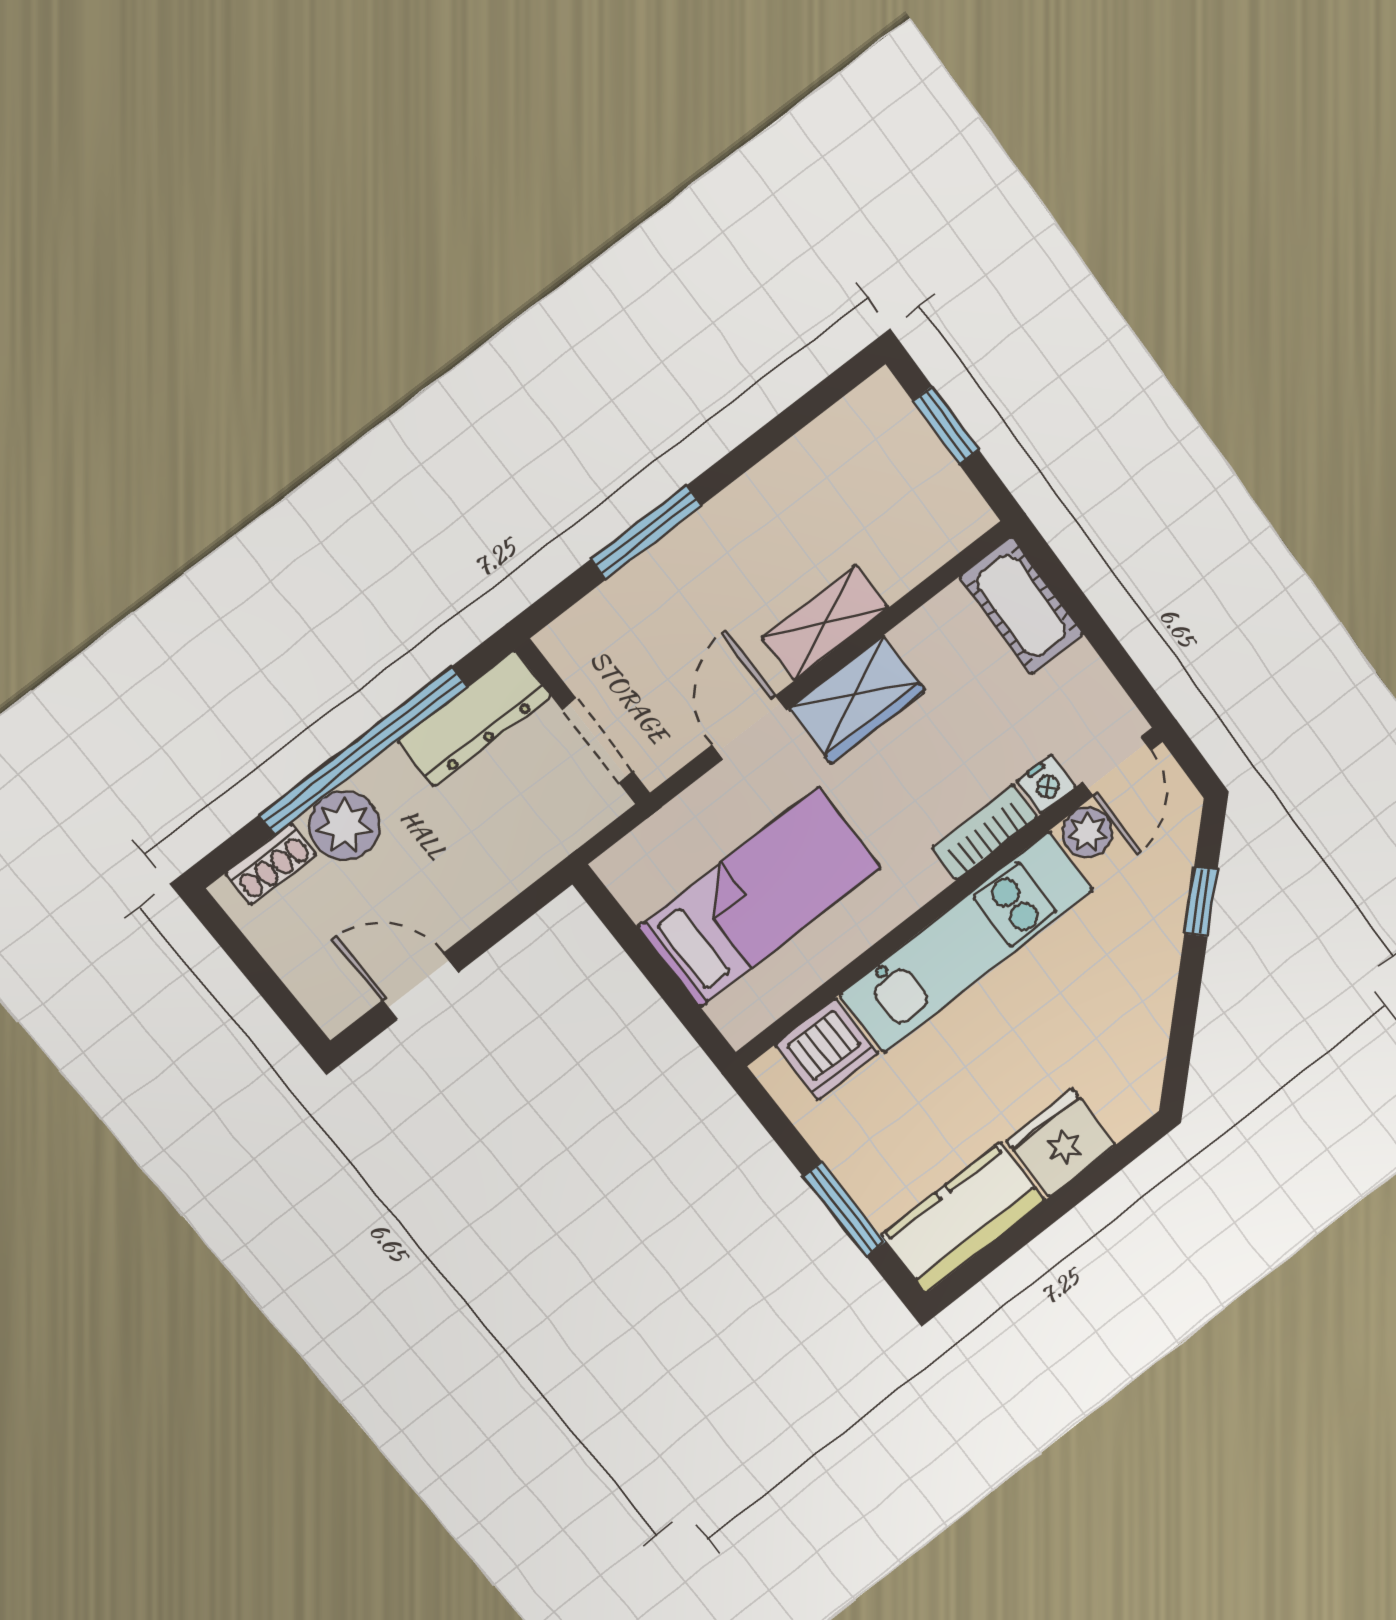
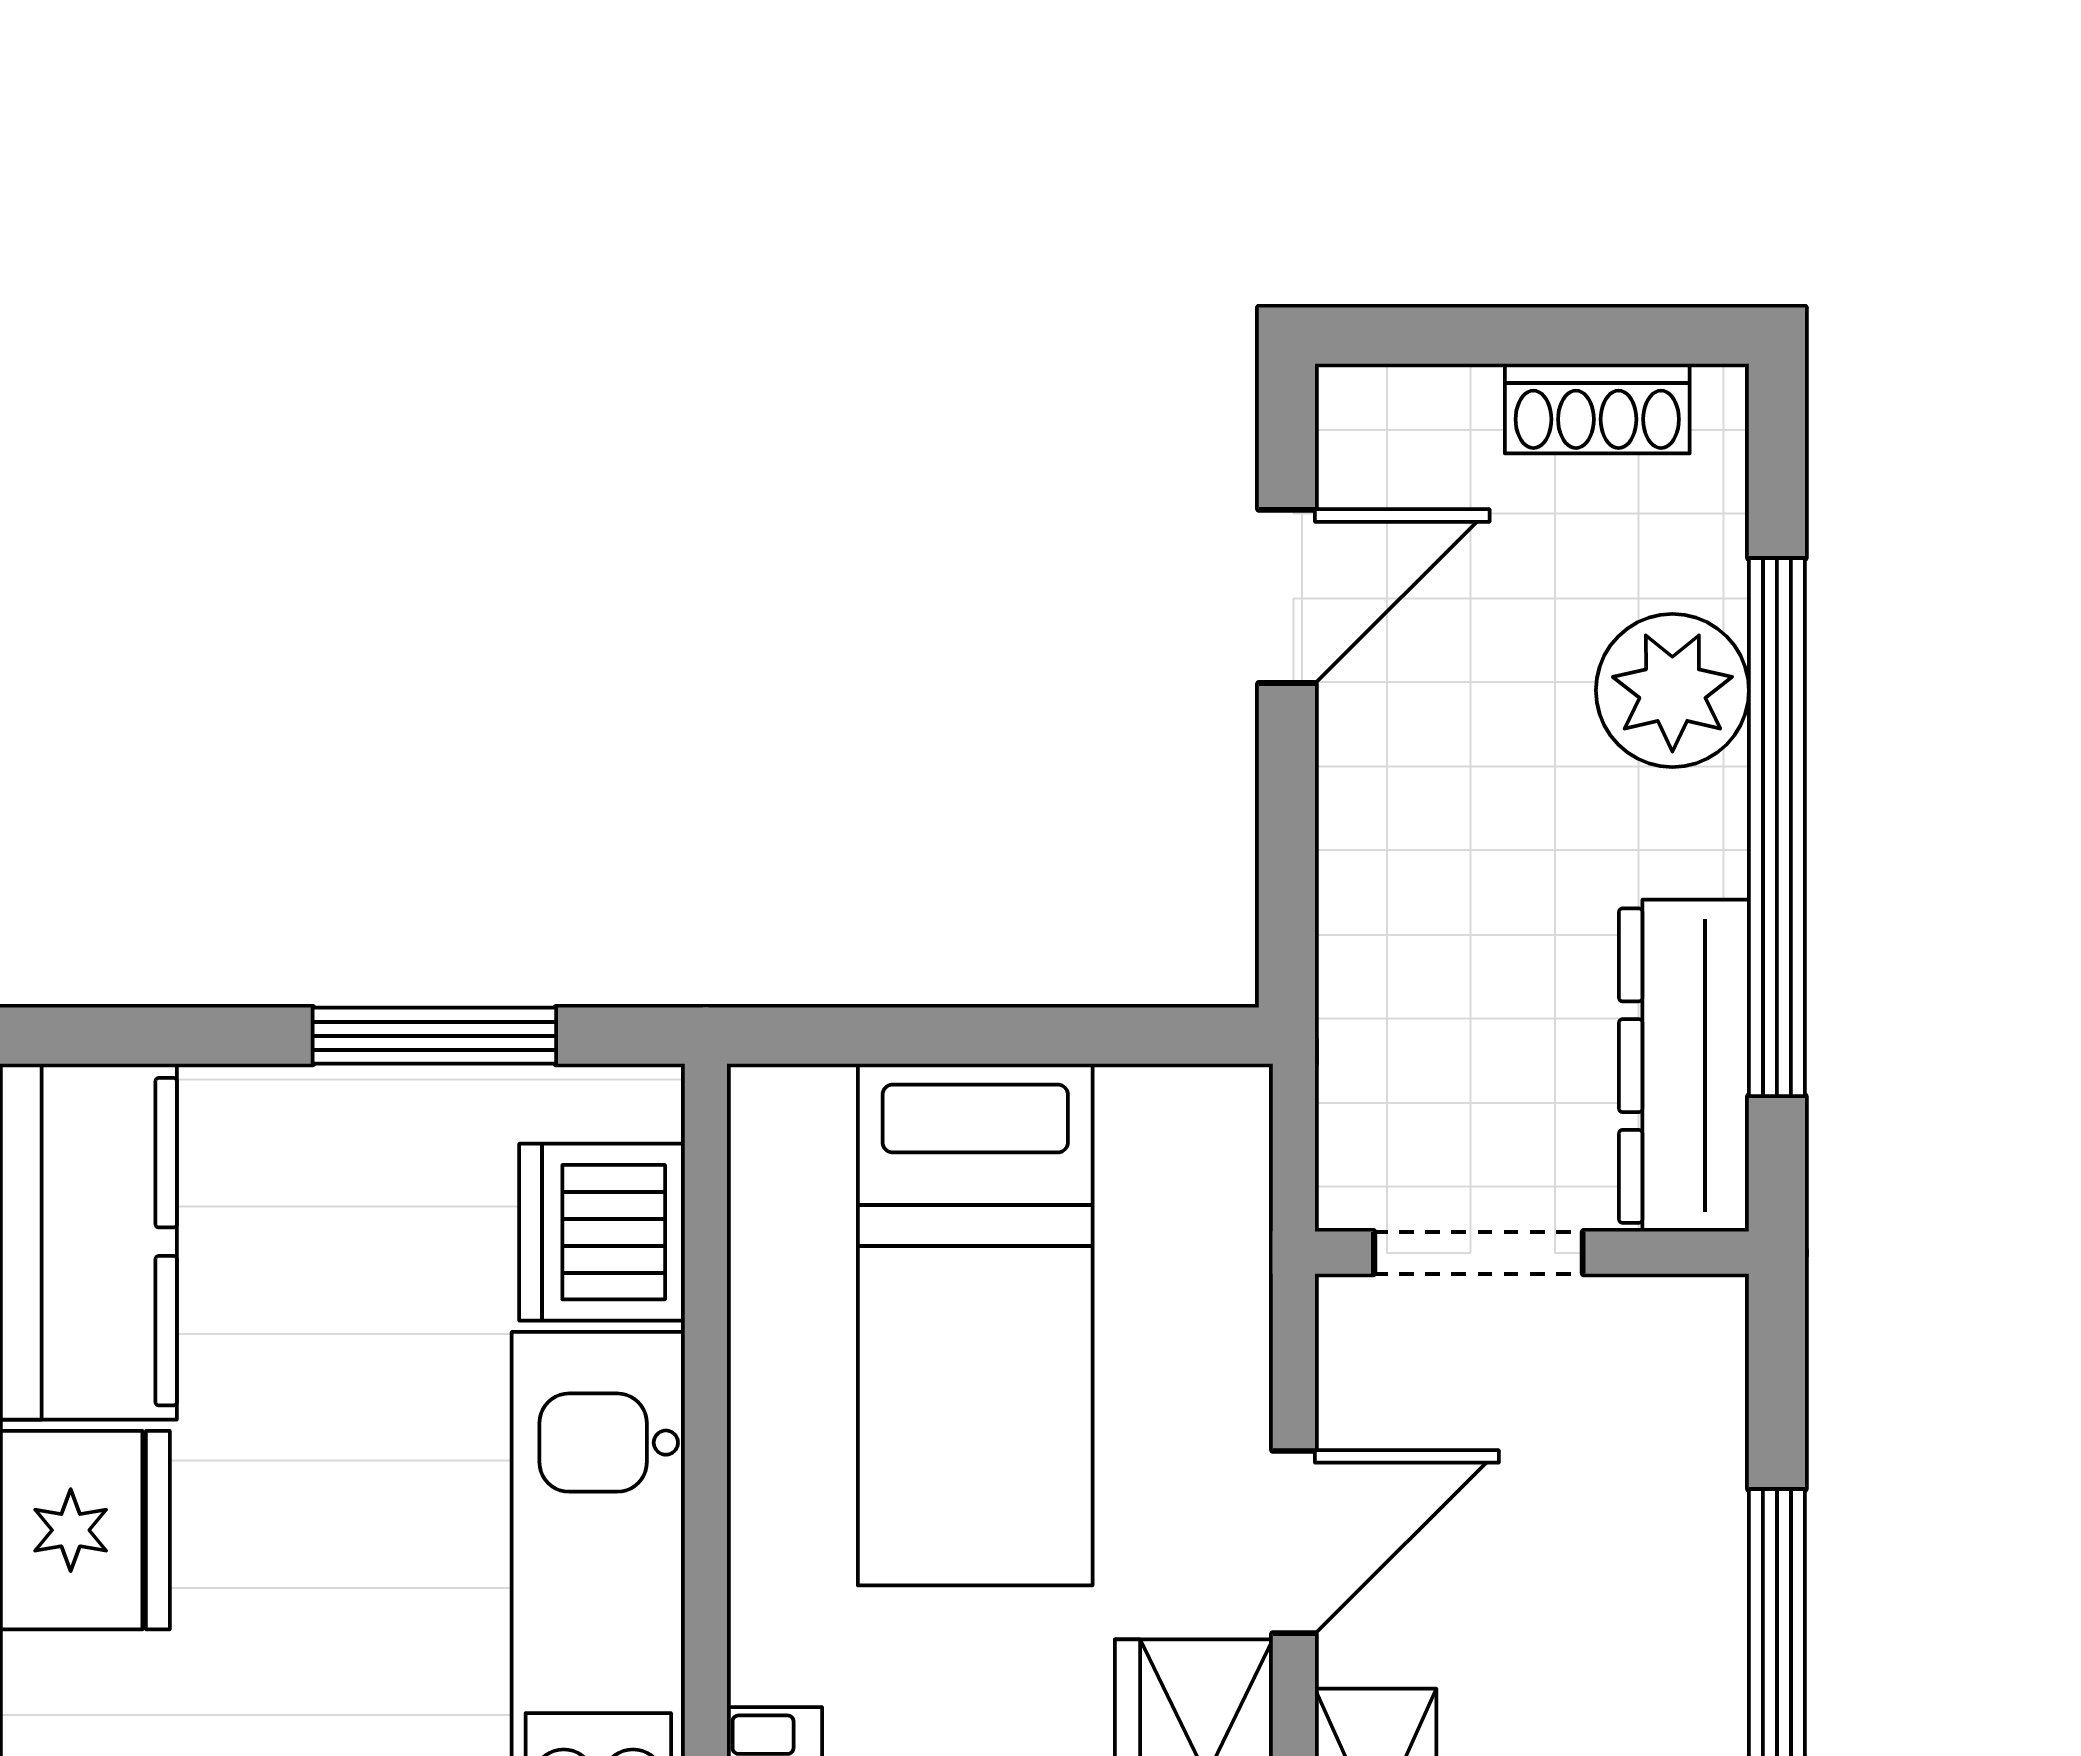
door: (749, 727) -> (1294, 1542), hinge flipped
shoe rack: (271, 864) -> (1597, 409), moved, turned -90
window: (844, 1209) -> (434, 1036), moved

